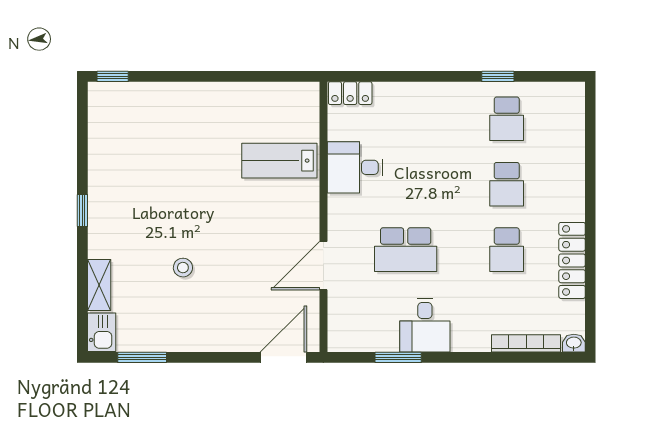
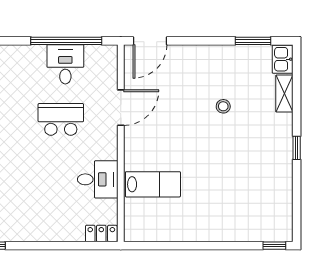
desk: (425, 325) -> (65, 64), moved
window: (398, 357) -> (66, 41), width x2.11

